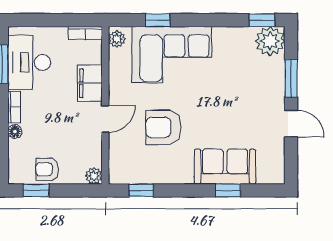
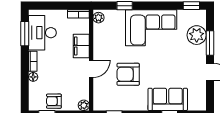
plant: (270, 41) -> (197, 35), moved
corner sofa: (172, 55) -> (151, 28), moved

